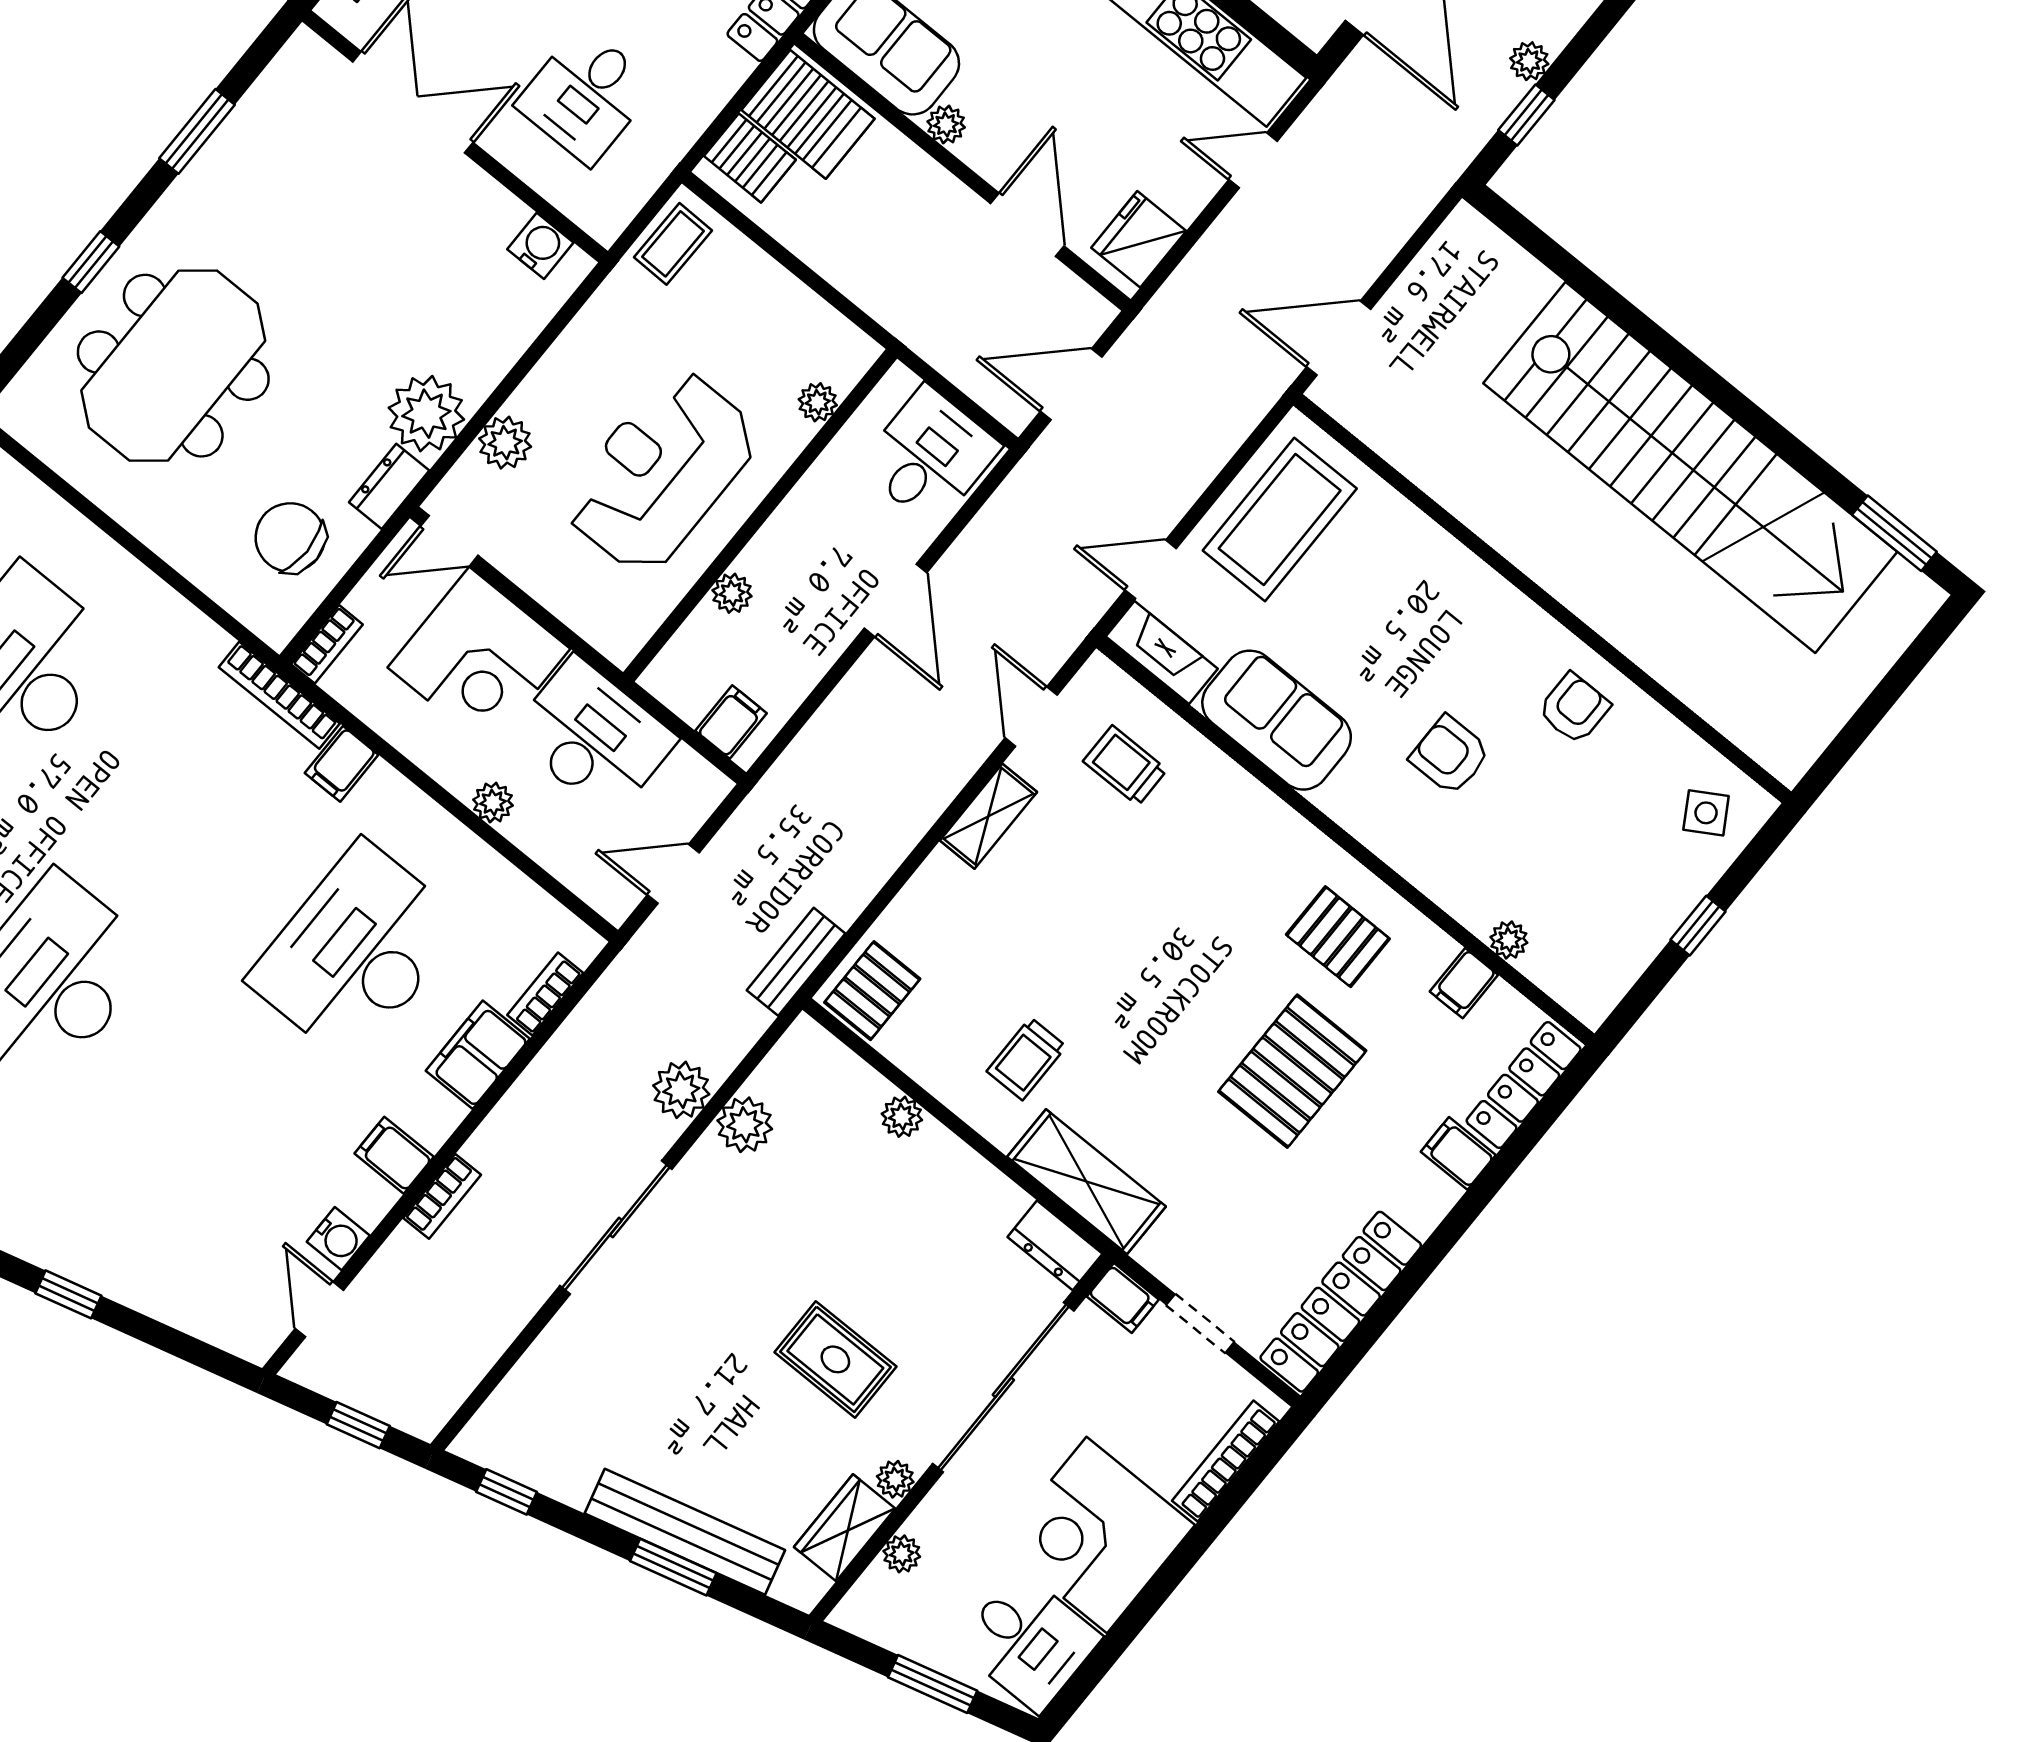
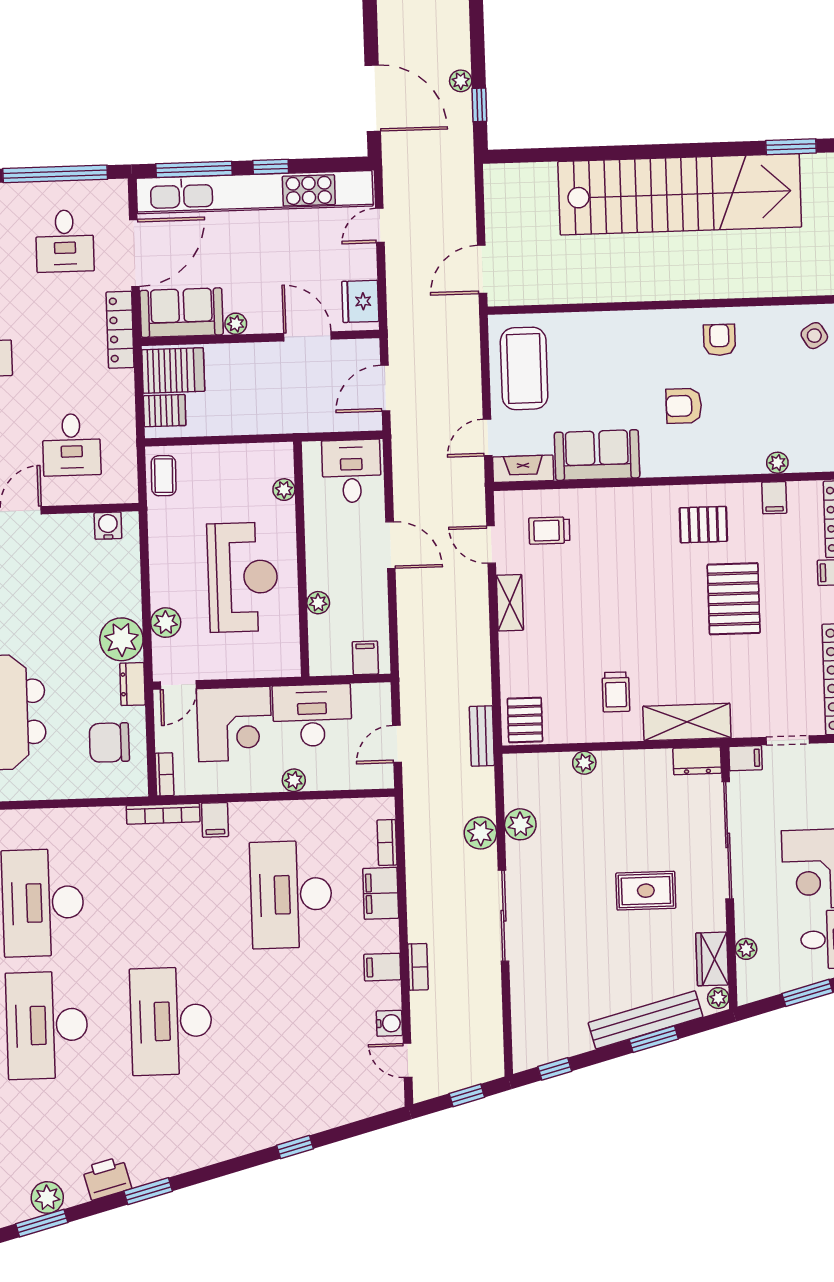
reception desk: (661, 471) -> (243, 577), turned 180
plant: (895, 1479) -> (718, 998), moved

